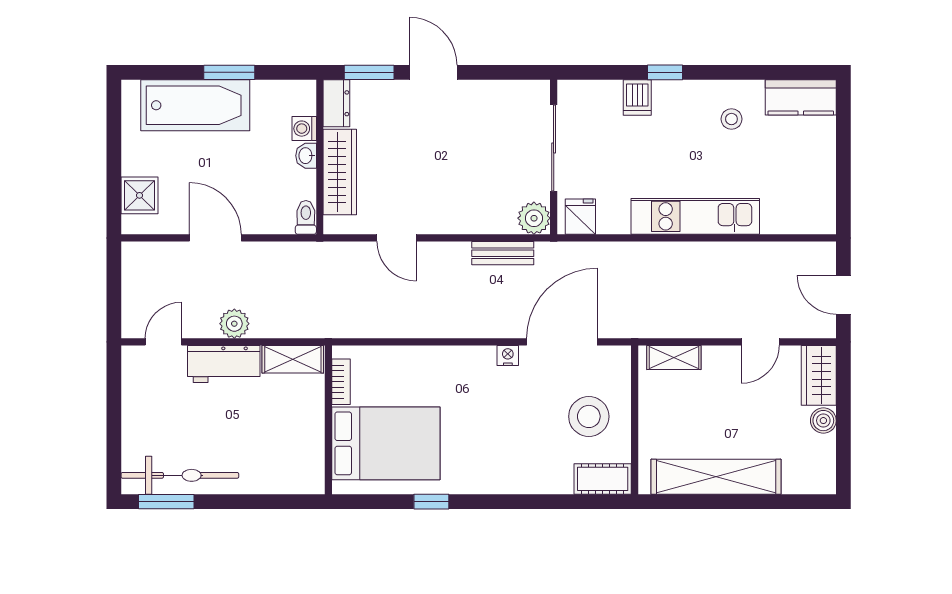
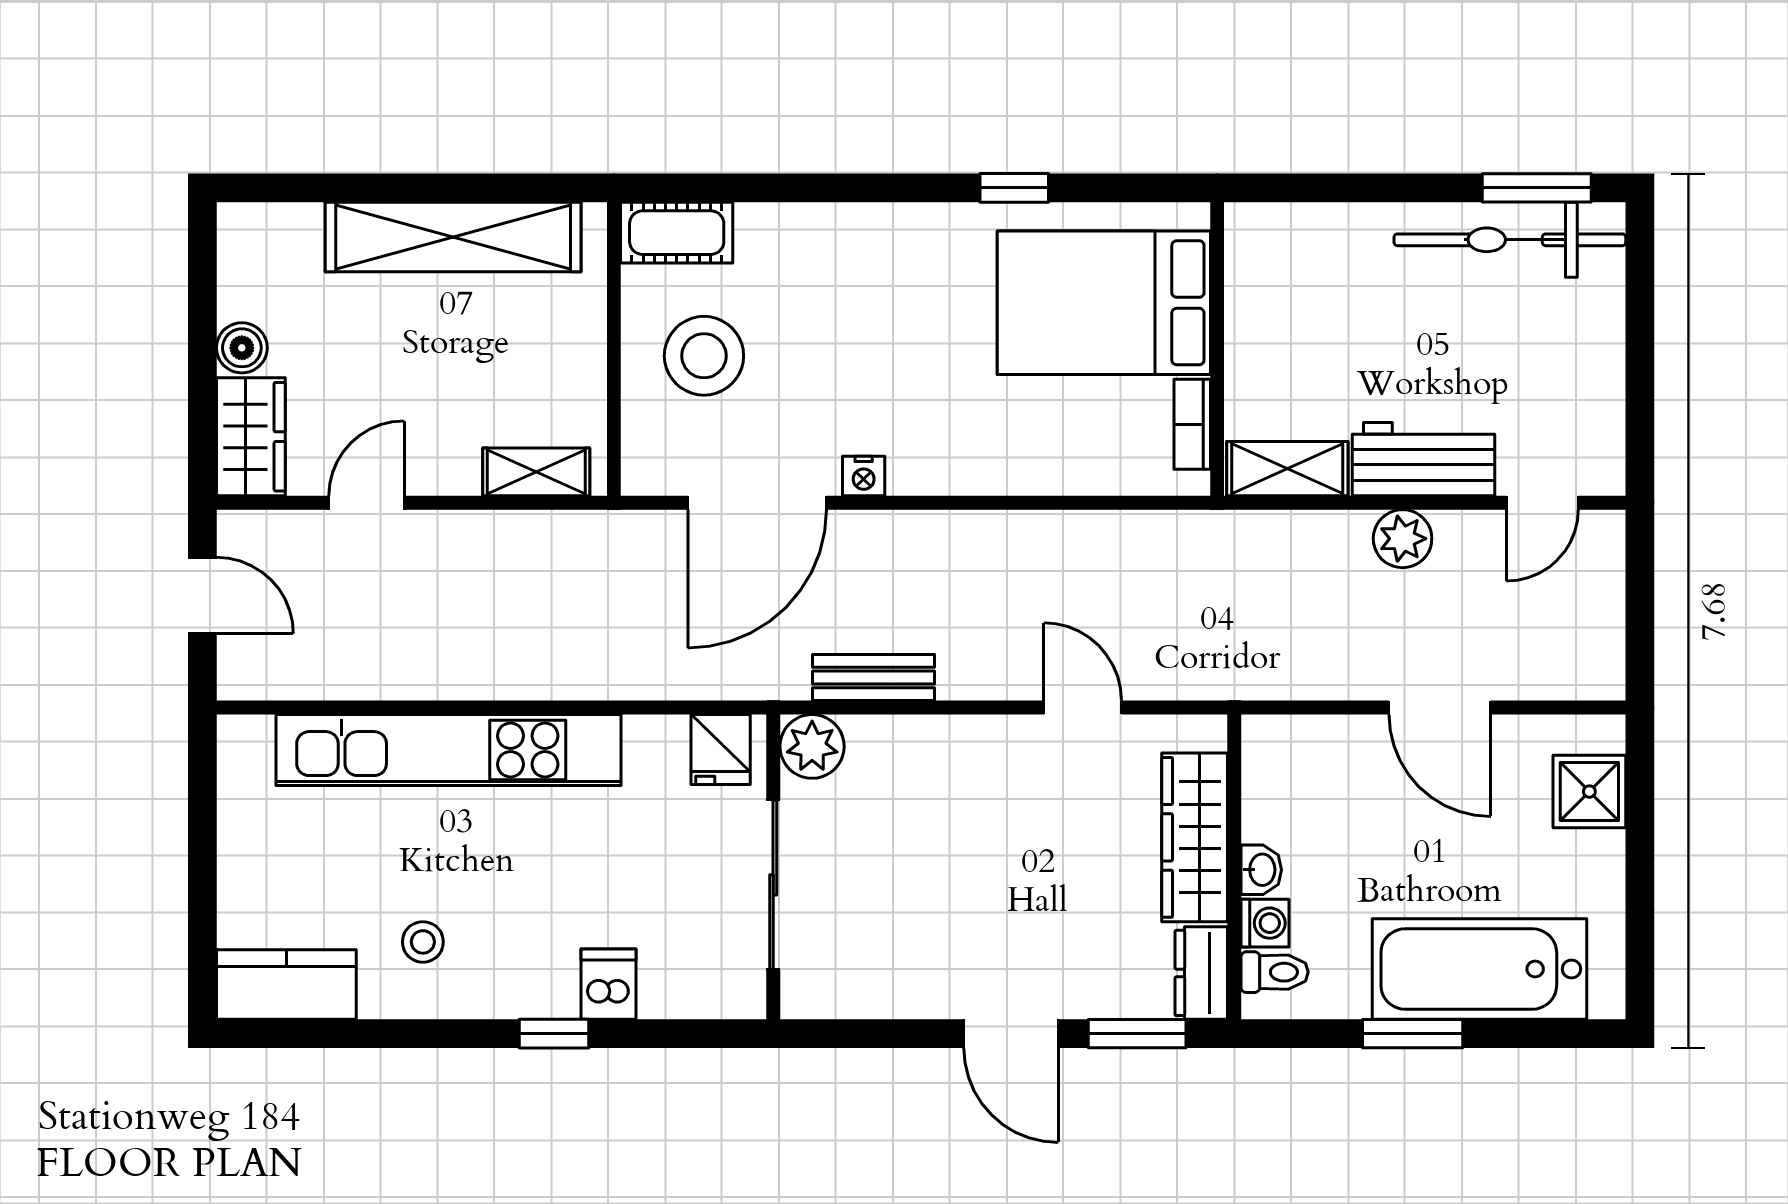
kitchen unit: (695, 216) -> (448, 750), width x1.36
toilet: (306, 217) -> (1275, 972), moved, turned -90

